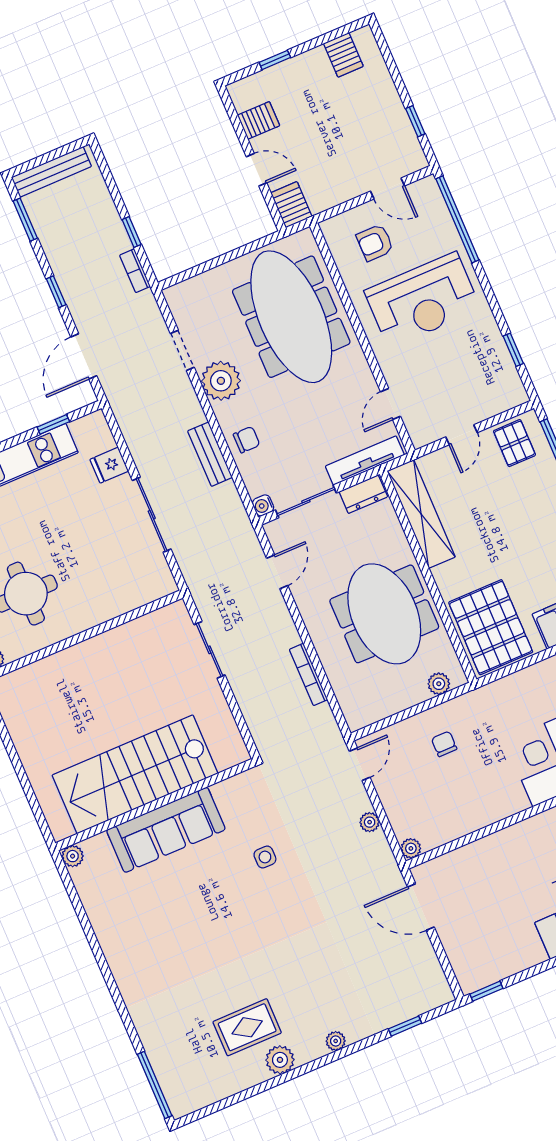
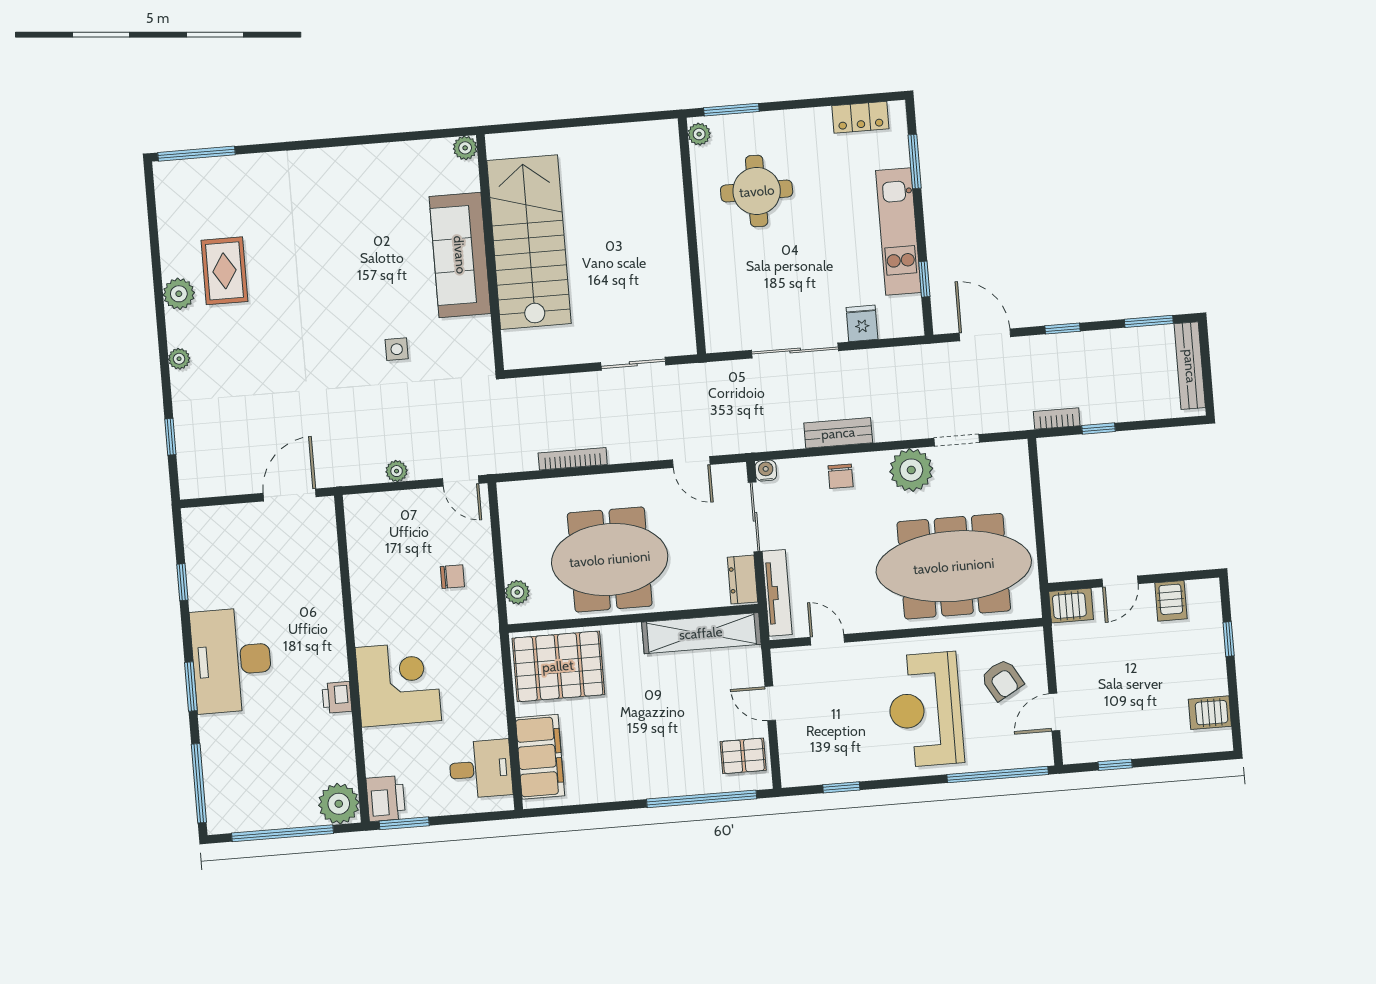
armchair: (375, 243) -> (1002, 680), turned 150
plant: (411, 848) -> (355, 505), removed
window: (486, 991) -> (182, 582), moved

